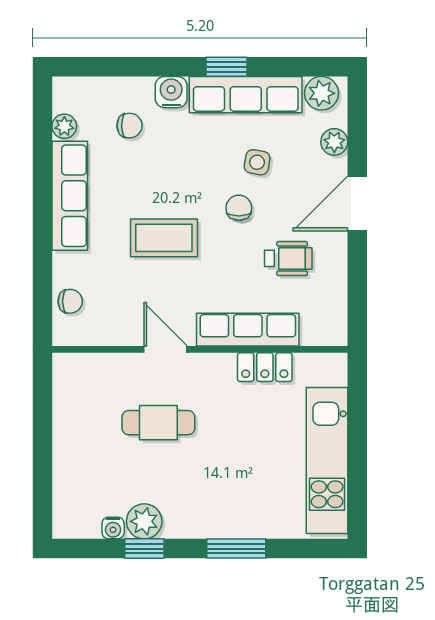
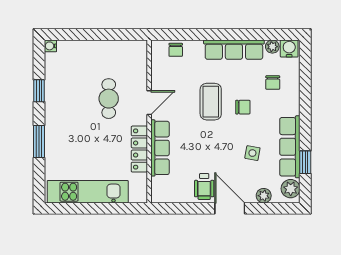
window: (226, 67) -> (305, 162), moved
water cooler: (171, 92) -> (289, 49), moved, turned -90
chair: (239, 208) -> (243, 107), moved
wheelchair: (288, 258) -> (204, 186), moved
locker: (265, 367) -> (139, 149), width x1.53
plant: (144, 521) -> (54, 91), removed
water cooler: (113, 528) -> (50, 46), moved

